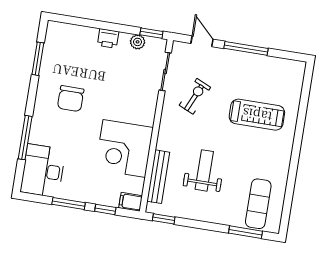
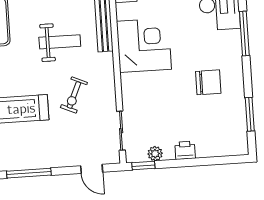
window: (246, 48) -> (29, 173), moved
exercise bike: (195, 96) -> (74, 95), moved
chair: (71, 99) -> (208, 82), turned 90
weight bench: (204, 170) -> (60, 42), turned -90

